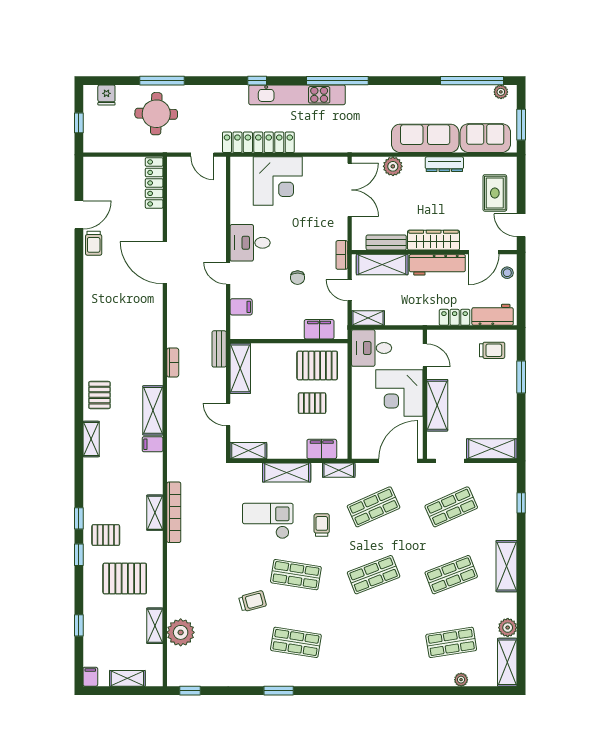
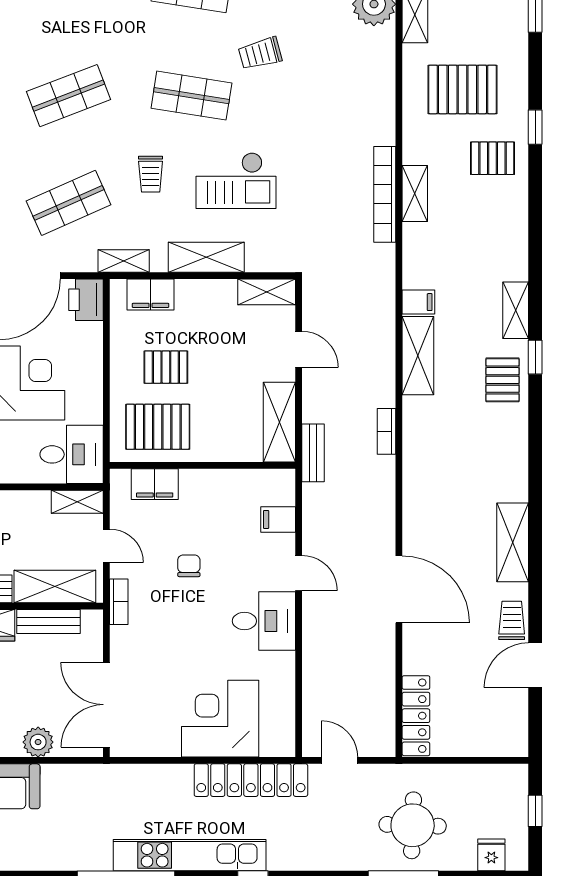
shelving: (93, 292) -> (513, 542), added
printer: (363, 446) -> (86, 300), added
window: (79, 518) -> (535, 357), moved

